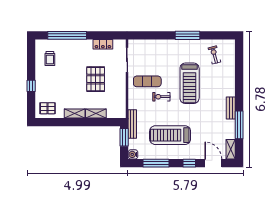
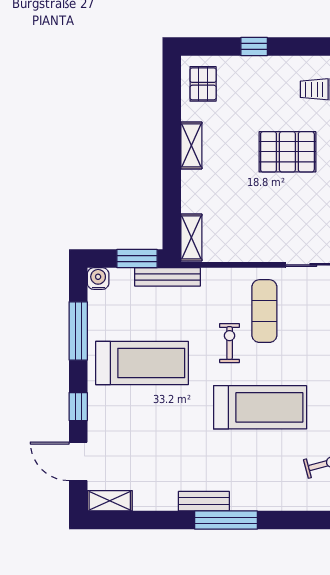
pallet: (96, 79) -> (287, 152), moved
treadmill: (190, 83) -> (260, 407), turned 180
shelving: (96, 113) -> (191, 237), moved
window: (239, 125) -> (226, 520), moved
treadmill: (170, 135) -> (142, 363), turned 90
door: (213, 163) -> (78, 461), swing flipped

